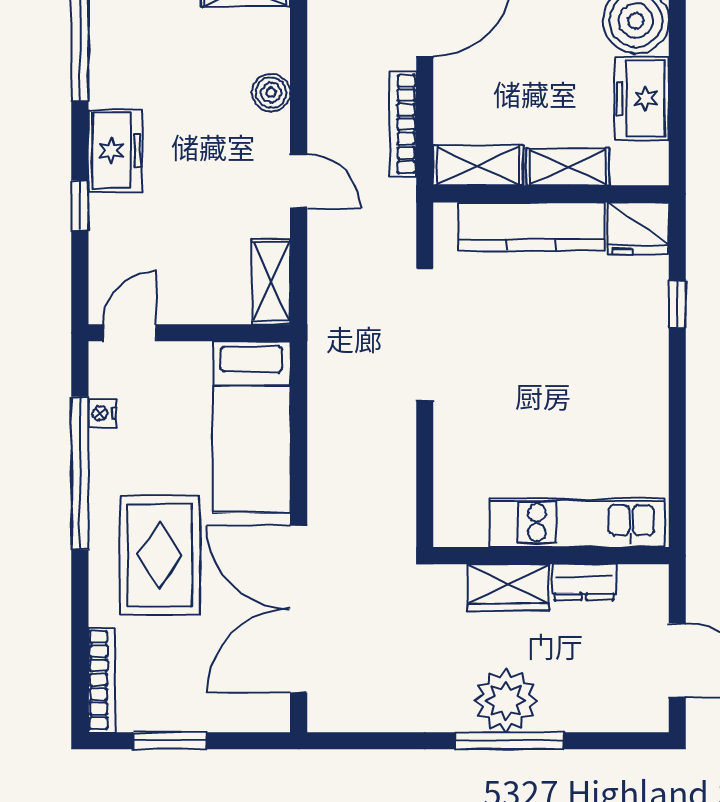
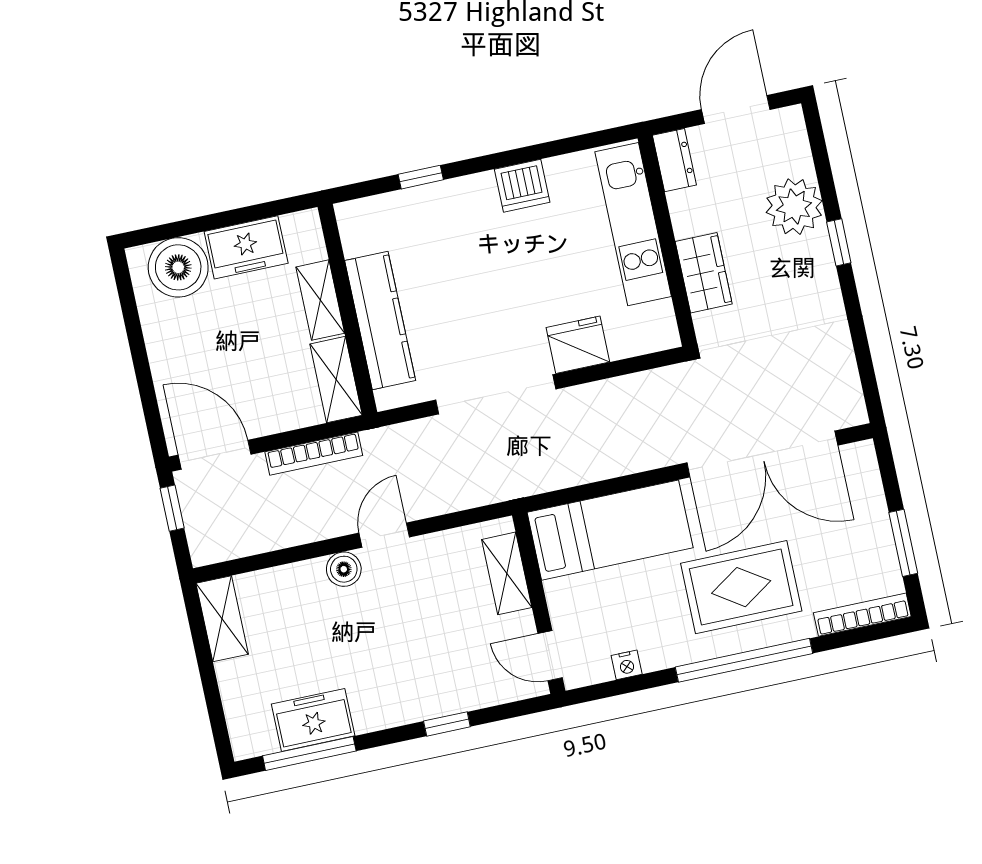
boiler: (271, 93) -> (344, 569), moved
freezer: (115, 151) -> (313, 720), moved
fridge: (638, 228) -> (578, 345), moved, turned -90
shelving: (271, 282) -> (507, 573), moved, turned 90
dishwasher: (644, 412) -> (522, 186), added
window: (80, 473) -> (744, 660), moved
dresser: (584, 582) -> (674, 160), moved
plant: (506, 701) -> (794, 207), moved
window: (510, 741) -> (839, 242), width x0.46

